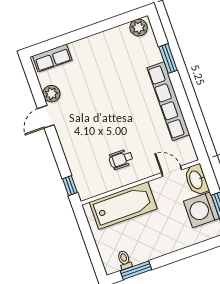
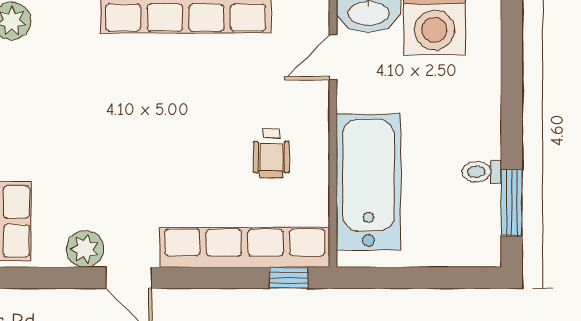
row of seats: (76, 162) -> (245, 247), added
toilet: (124, 260) -> (482, 172), moved

